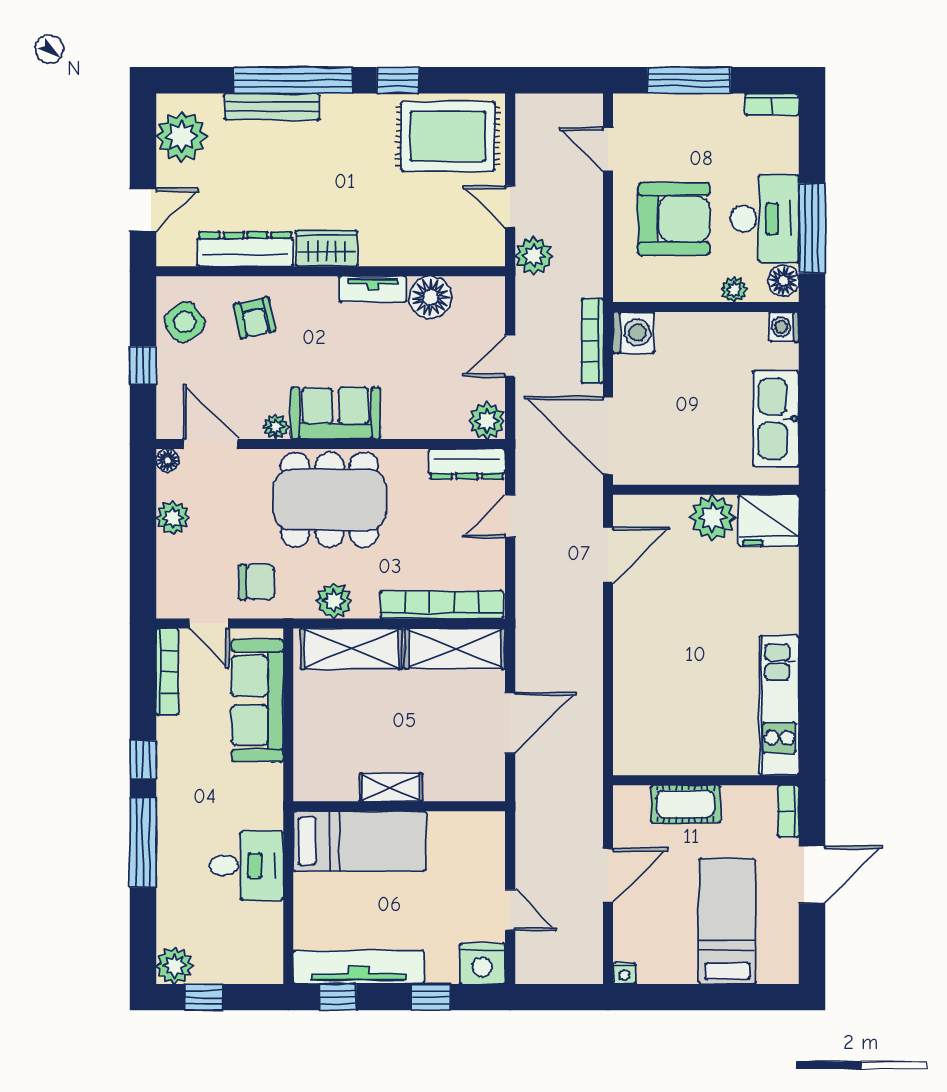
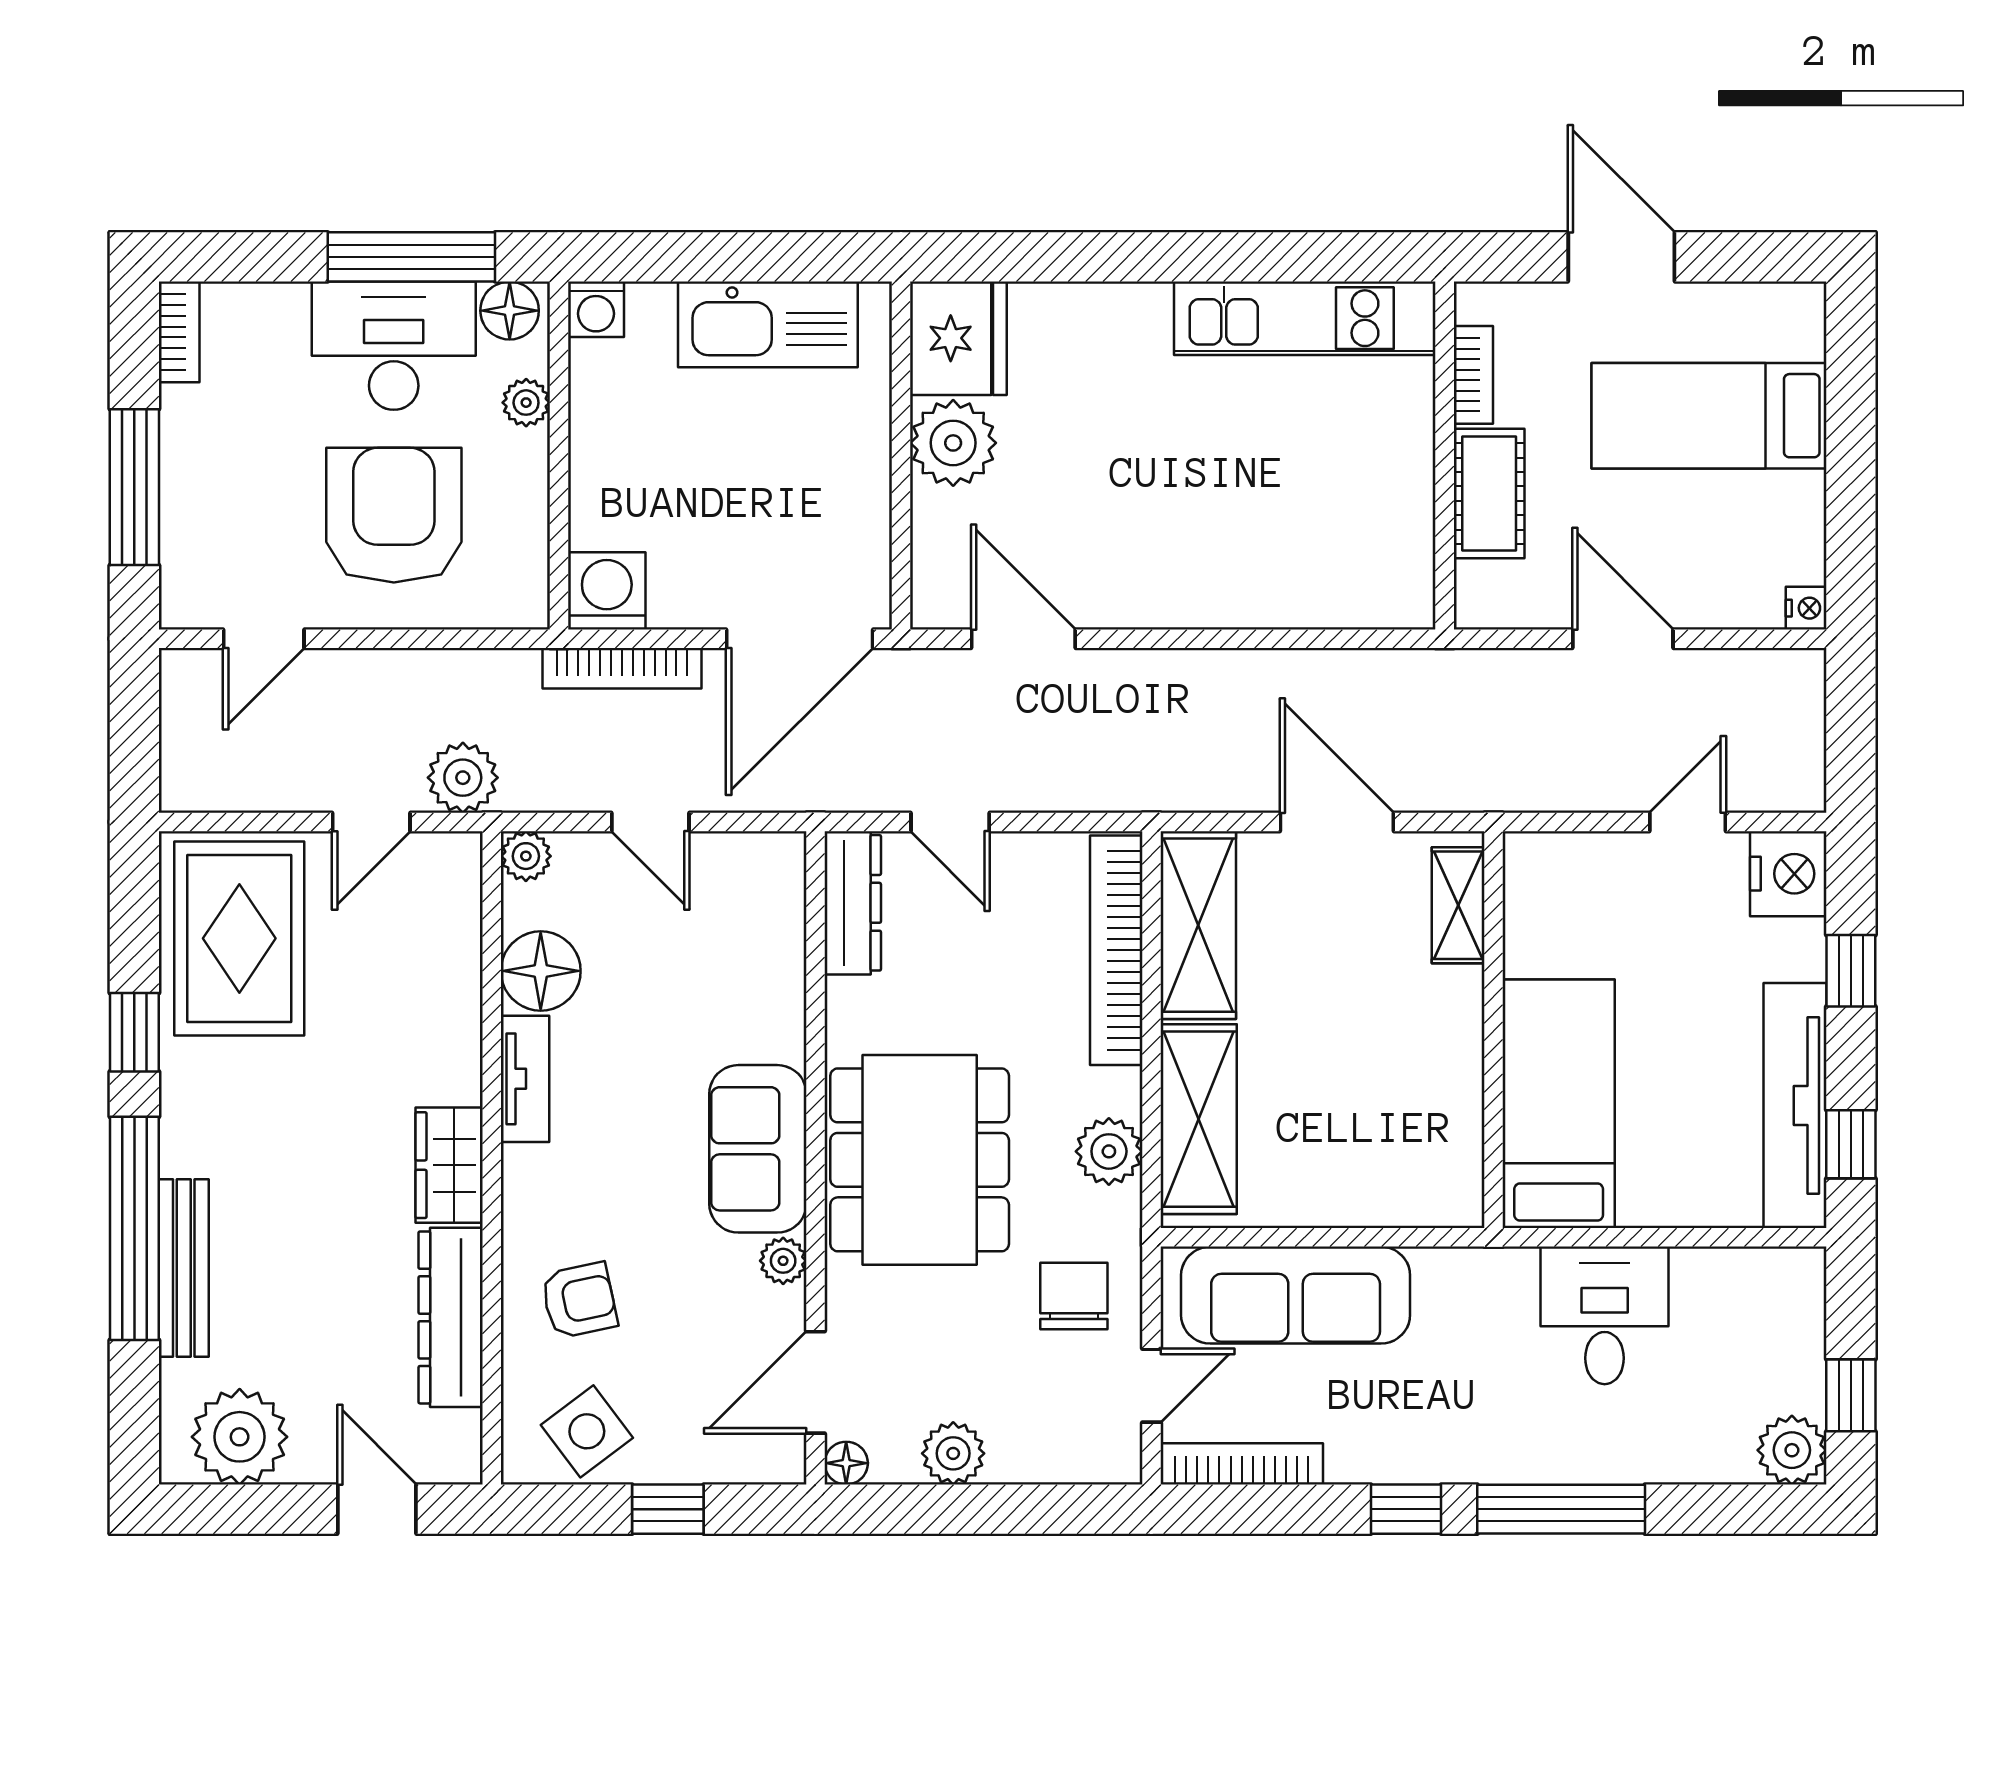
plant: (487, 421) -> (526, 856), moved, width x0.73, depth x0.73
shelving: (391, 787) -> (1458, 905), moved
bookcase: (788, 811) -> (1473, 375), moved, turned -90

